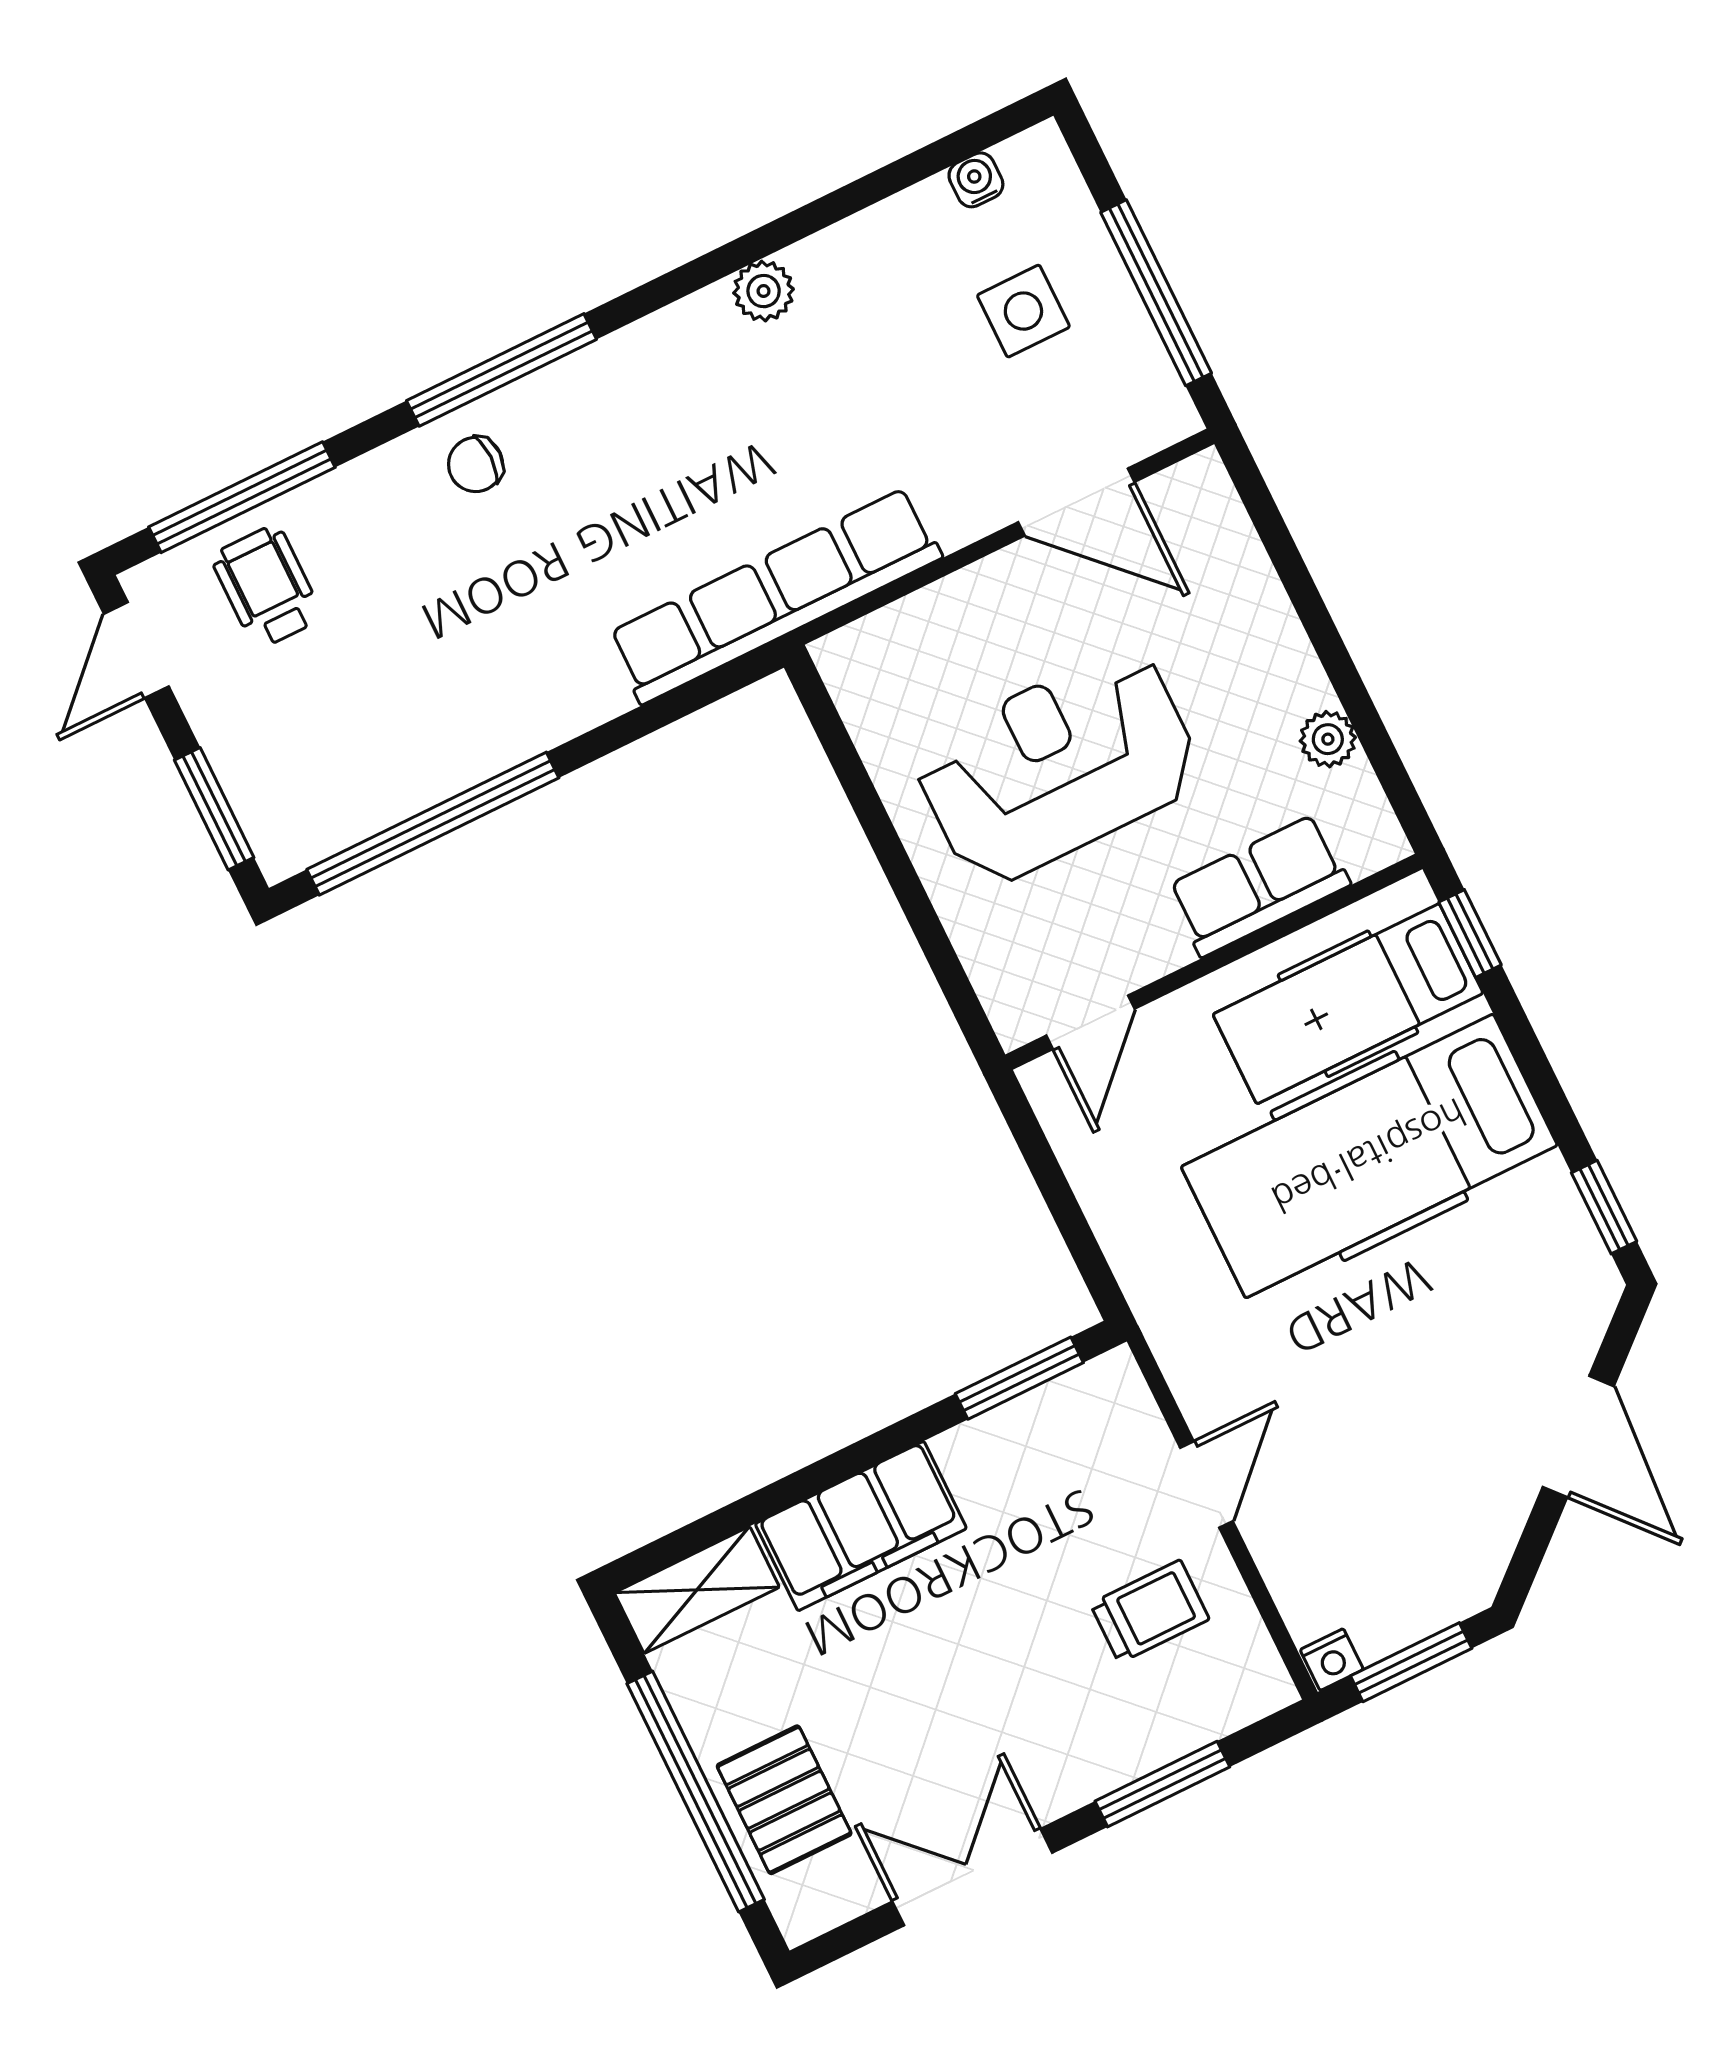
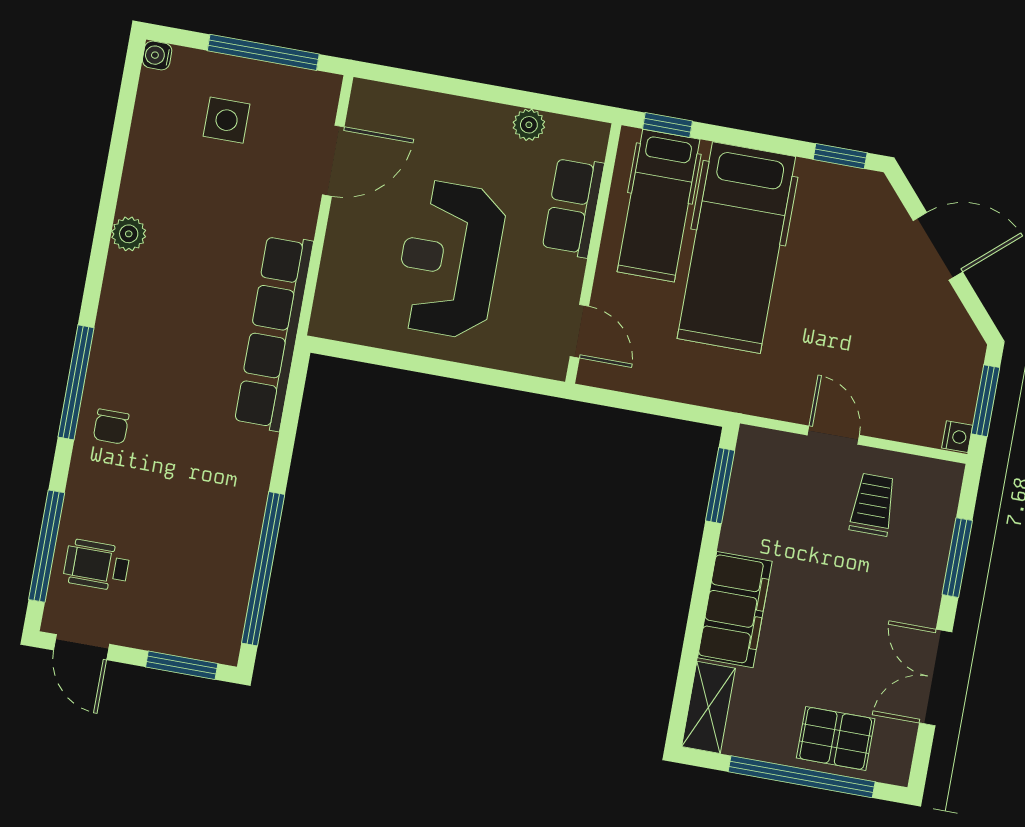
water cooler: (976, 180) -> (157, 55), moved

